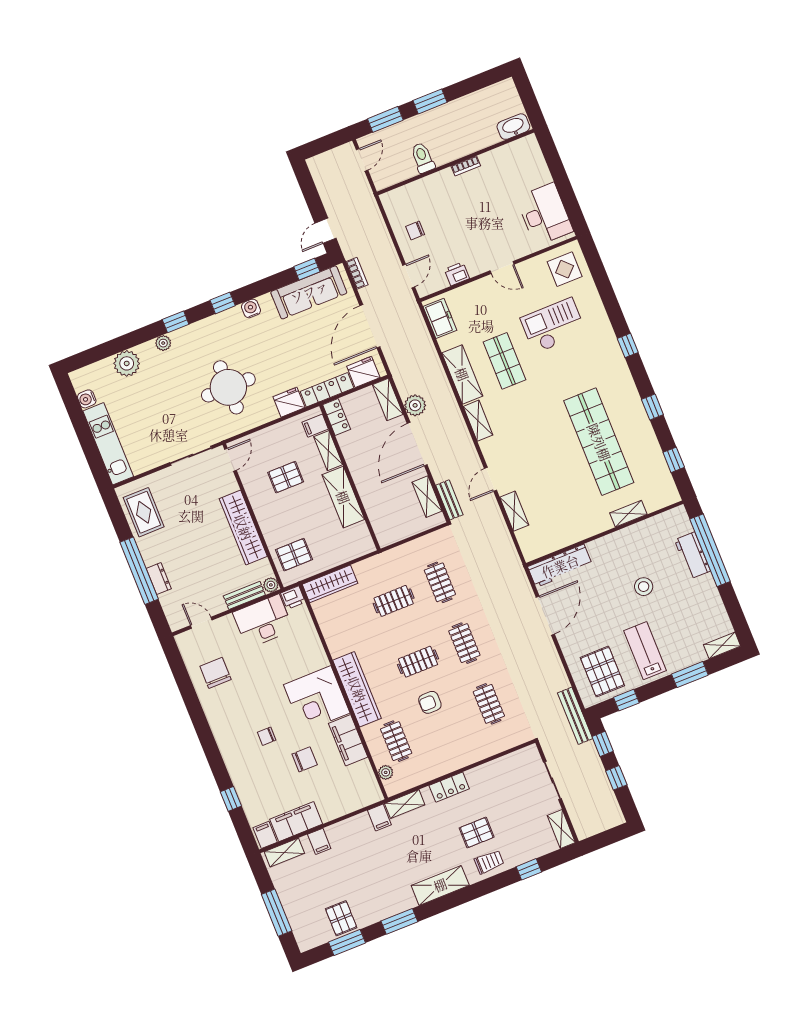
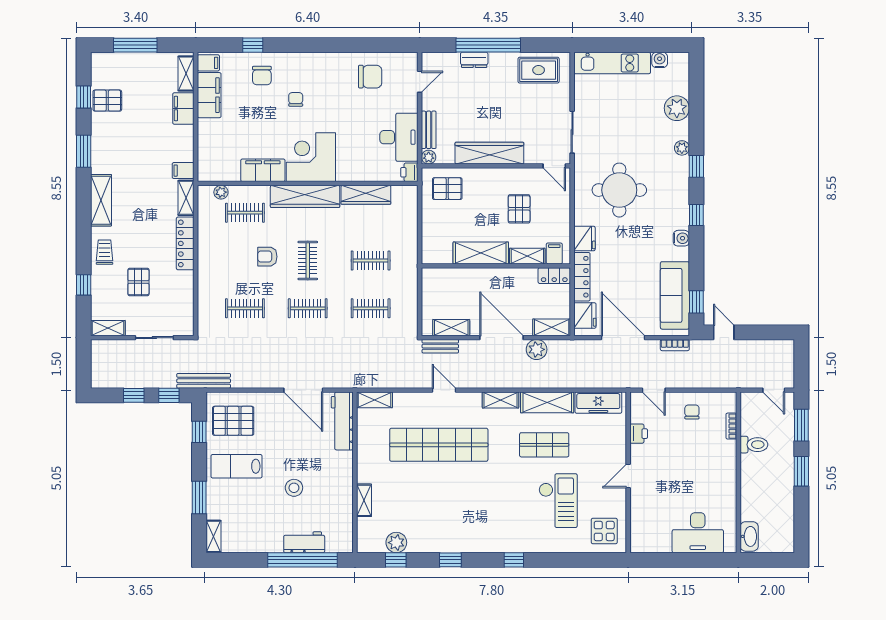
bookcase: (466, 166) -> (731, 426), moved
desk: (545, 214) -> (698, 533), moved
freezer: (440, 318) -> (598, 403), width x1.40
shop shelf: (599, 442) -> (439, 445), moved
plant: (657, 466) -> (396, 543), added
shelving: (514, 511) -> (375, 400), moved
pallet: (294, 555) -> (447, 189), turned 90
wardrobe: (330, 584) -> (366, 195), moved, turned -90
clothes rail: (394, 601) -> (371, 261), turned 90
lab bench: (645, 651) -> (237, 466), turned 180
armchair: (430, 702) -> (267, 257), turned -90
chair: (305, 759) -> (262, 76), moved
locker: (449, 787) -> (185, 243), width x1.53
pallet: (477, 833) -> (138, 282), moved
filing cabinet: (319, 841) -> (183, 108), width x2.00
trolley: (489, 862) -> (104, 252), turned 180
window: (347, 942) -> (84, 97), width x0.67

